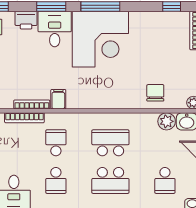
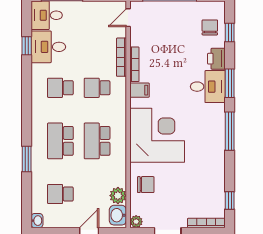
corner desk: (100, 39) -> (157, 135), moved, turned 180
school desk: (56, 143) -> (97, 88), turned 180
school desk: (110, 143) -> (97, 141), turned 180

